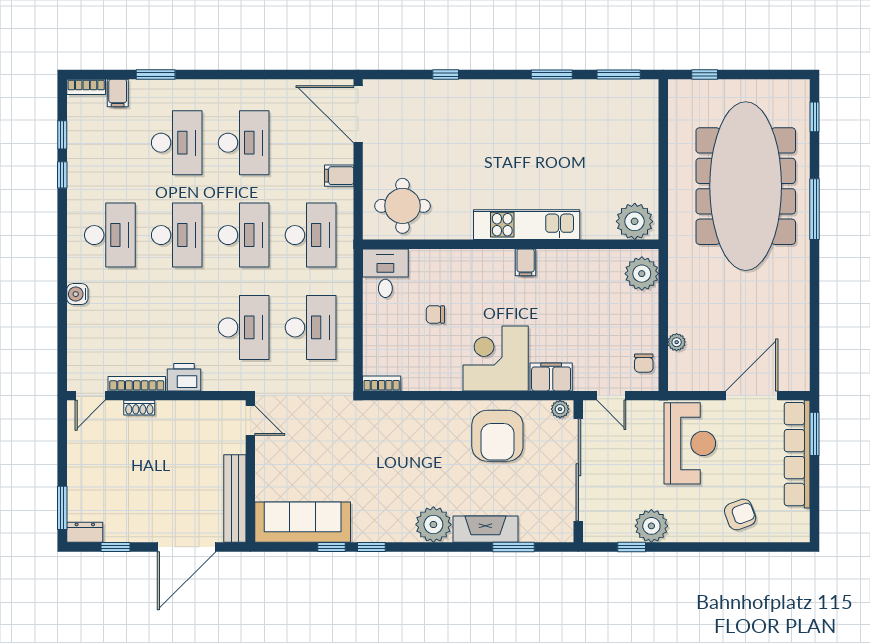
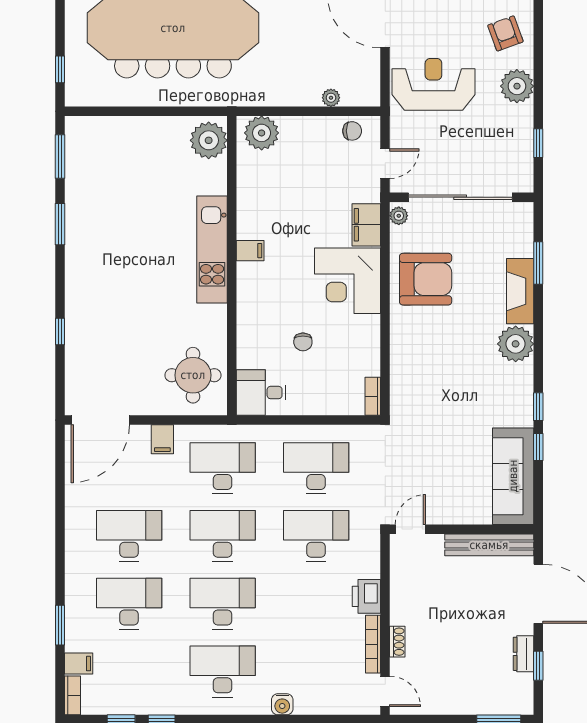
plant: (651, 526) -> (517, 86), moved
dresser: (85, 532) -> (523, 654), moved

